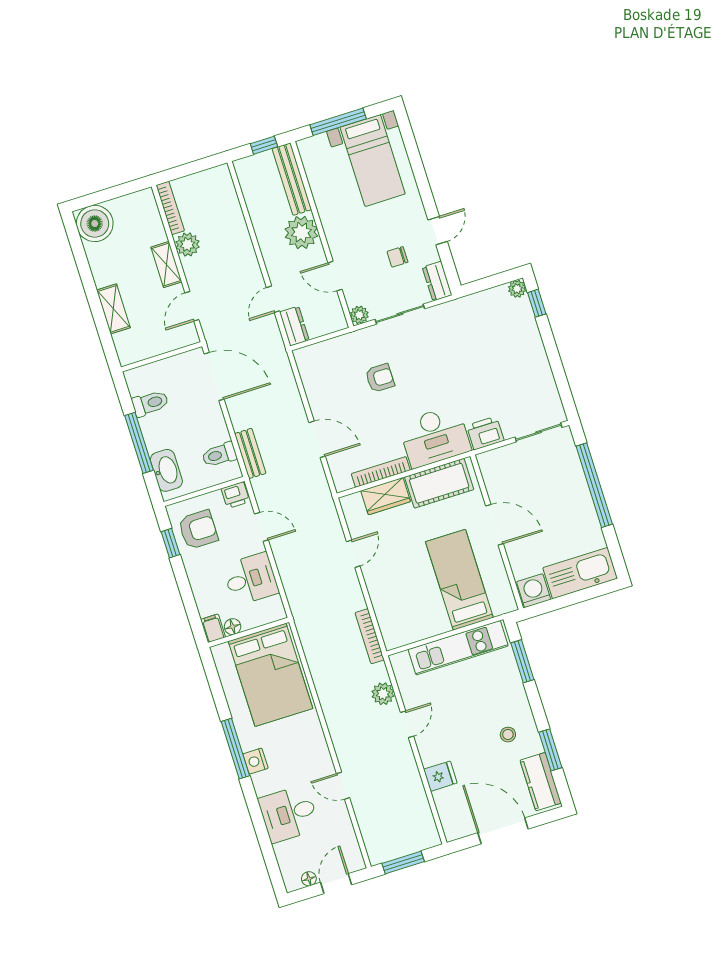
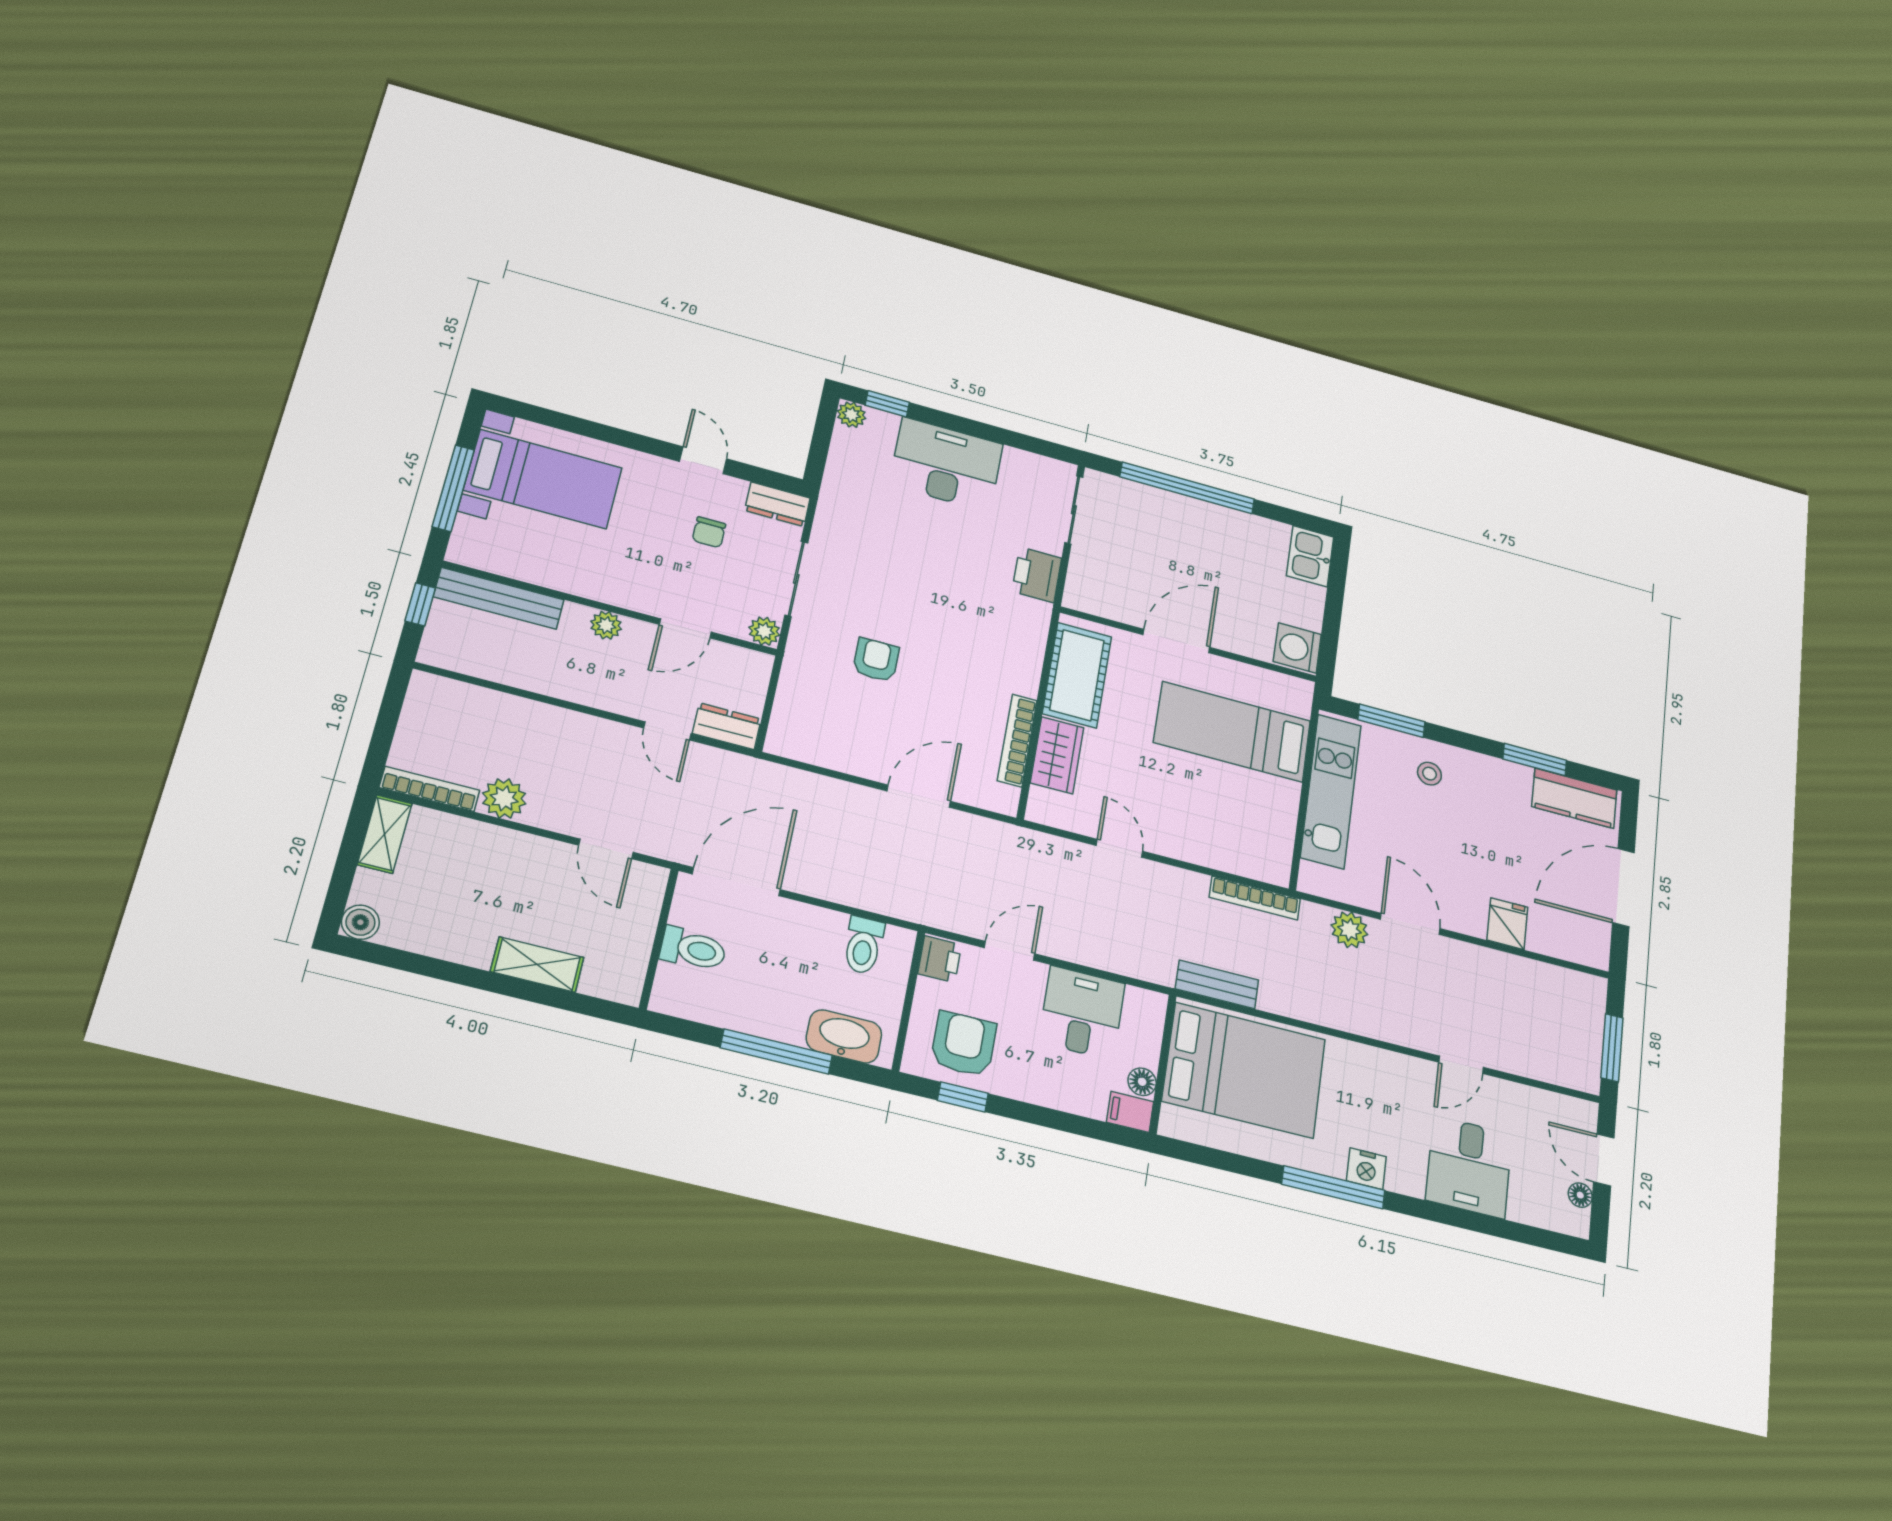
boiler: (95, 223) -> (360, 922), width x0.54, depth x0.54
plant: (301, 233) -> (606, 625), width x0.53, depth x0.53
shelving: (166, 264) -> (385, 834), moved, turned 90
toilet: (150, 403) -> (693, 949), moved, turned 90
desk: (435, 437) -> (946, 464), moved, turned -90
bench: (250, 453) -> (1217, 984), moved
kitchen sink: (580, 573) -> (1310, 556), width x0.53, depth x0.81
door: (407, 724) -> (1410, 924), width x1.38
stool: (508, 735) -> (1429, 774), moved

